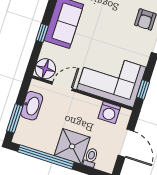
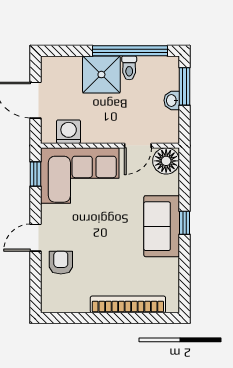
window: (42, 33) -> (184, 223), moved
washbasin: (32, 106) -> (172, 100), width x0.52, depth x0.69
toilet: (91, 158) -> (129, 68), moved

